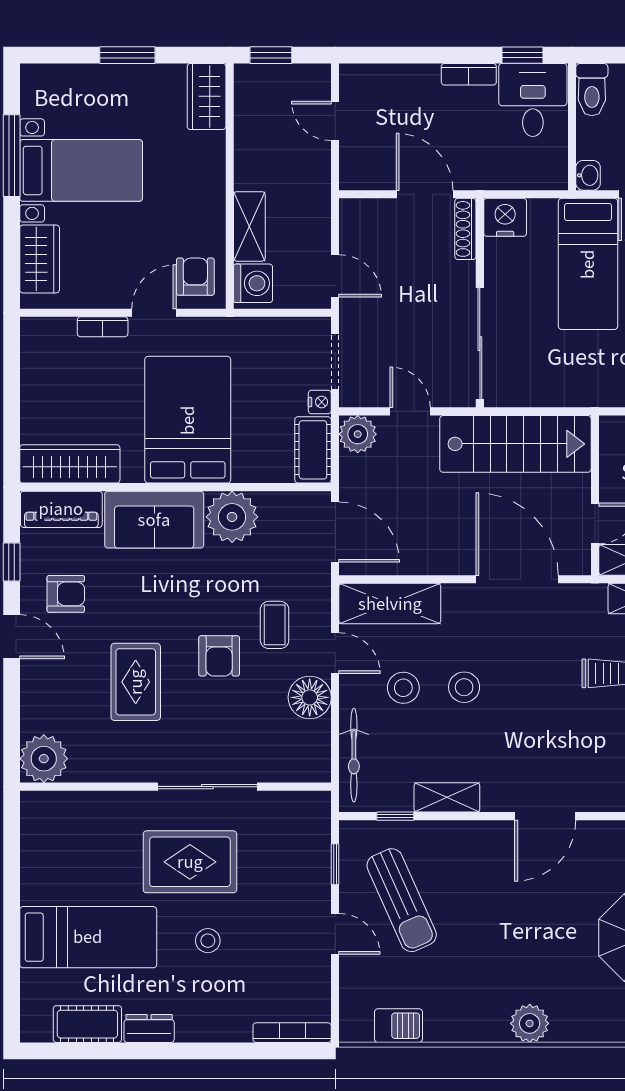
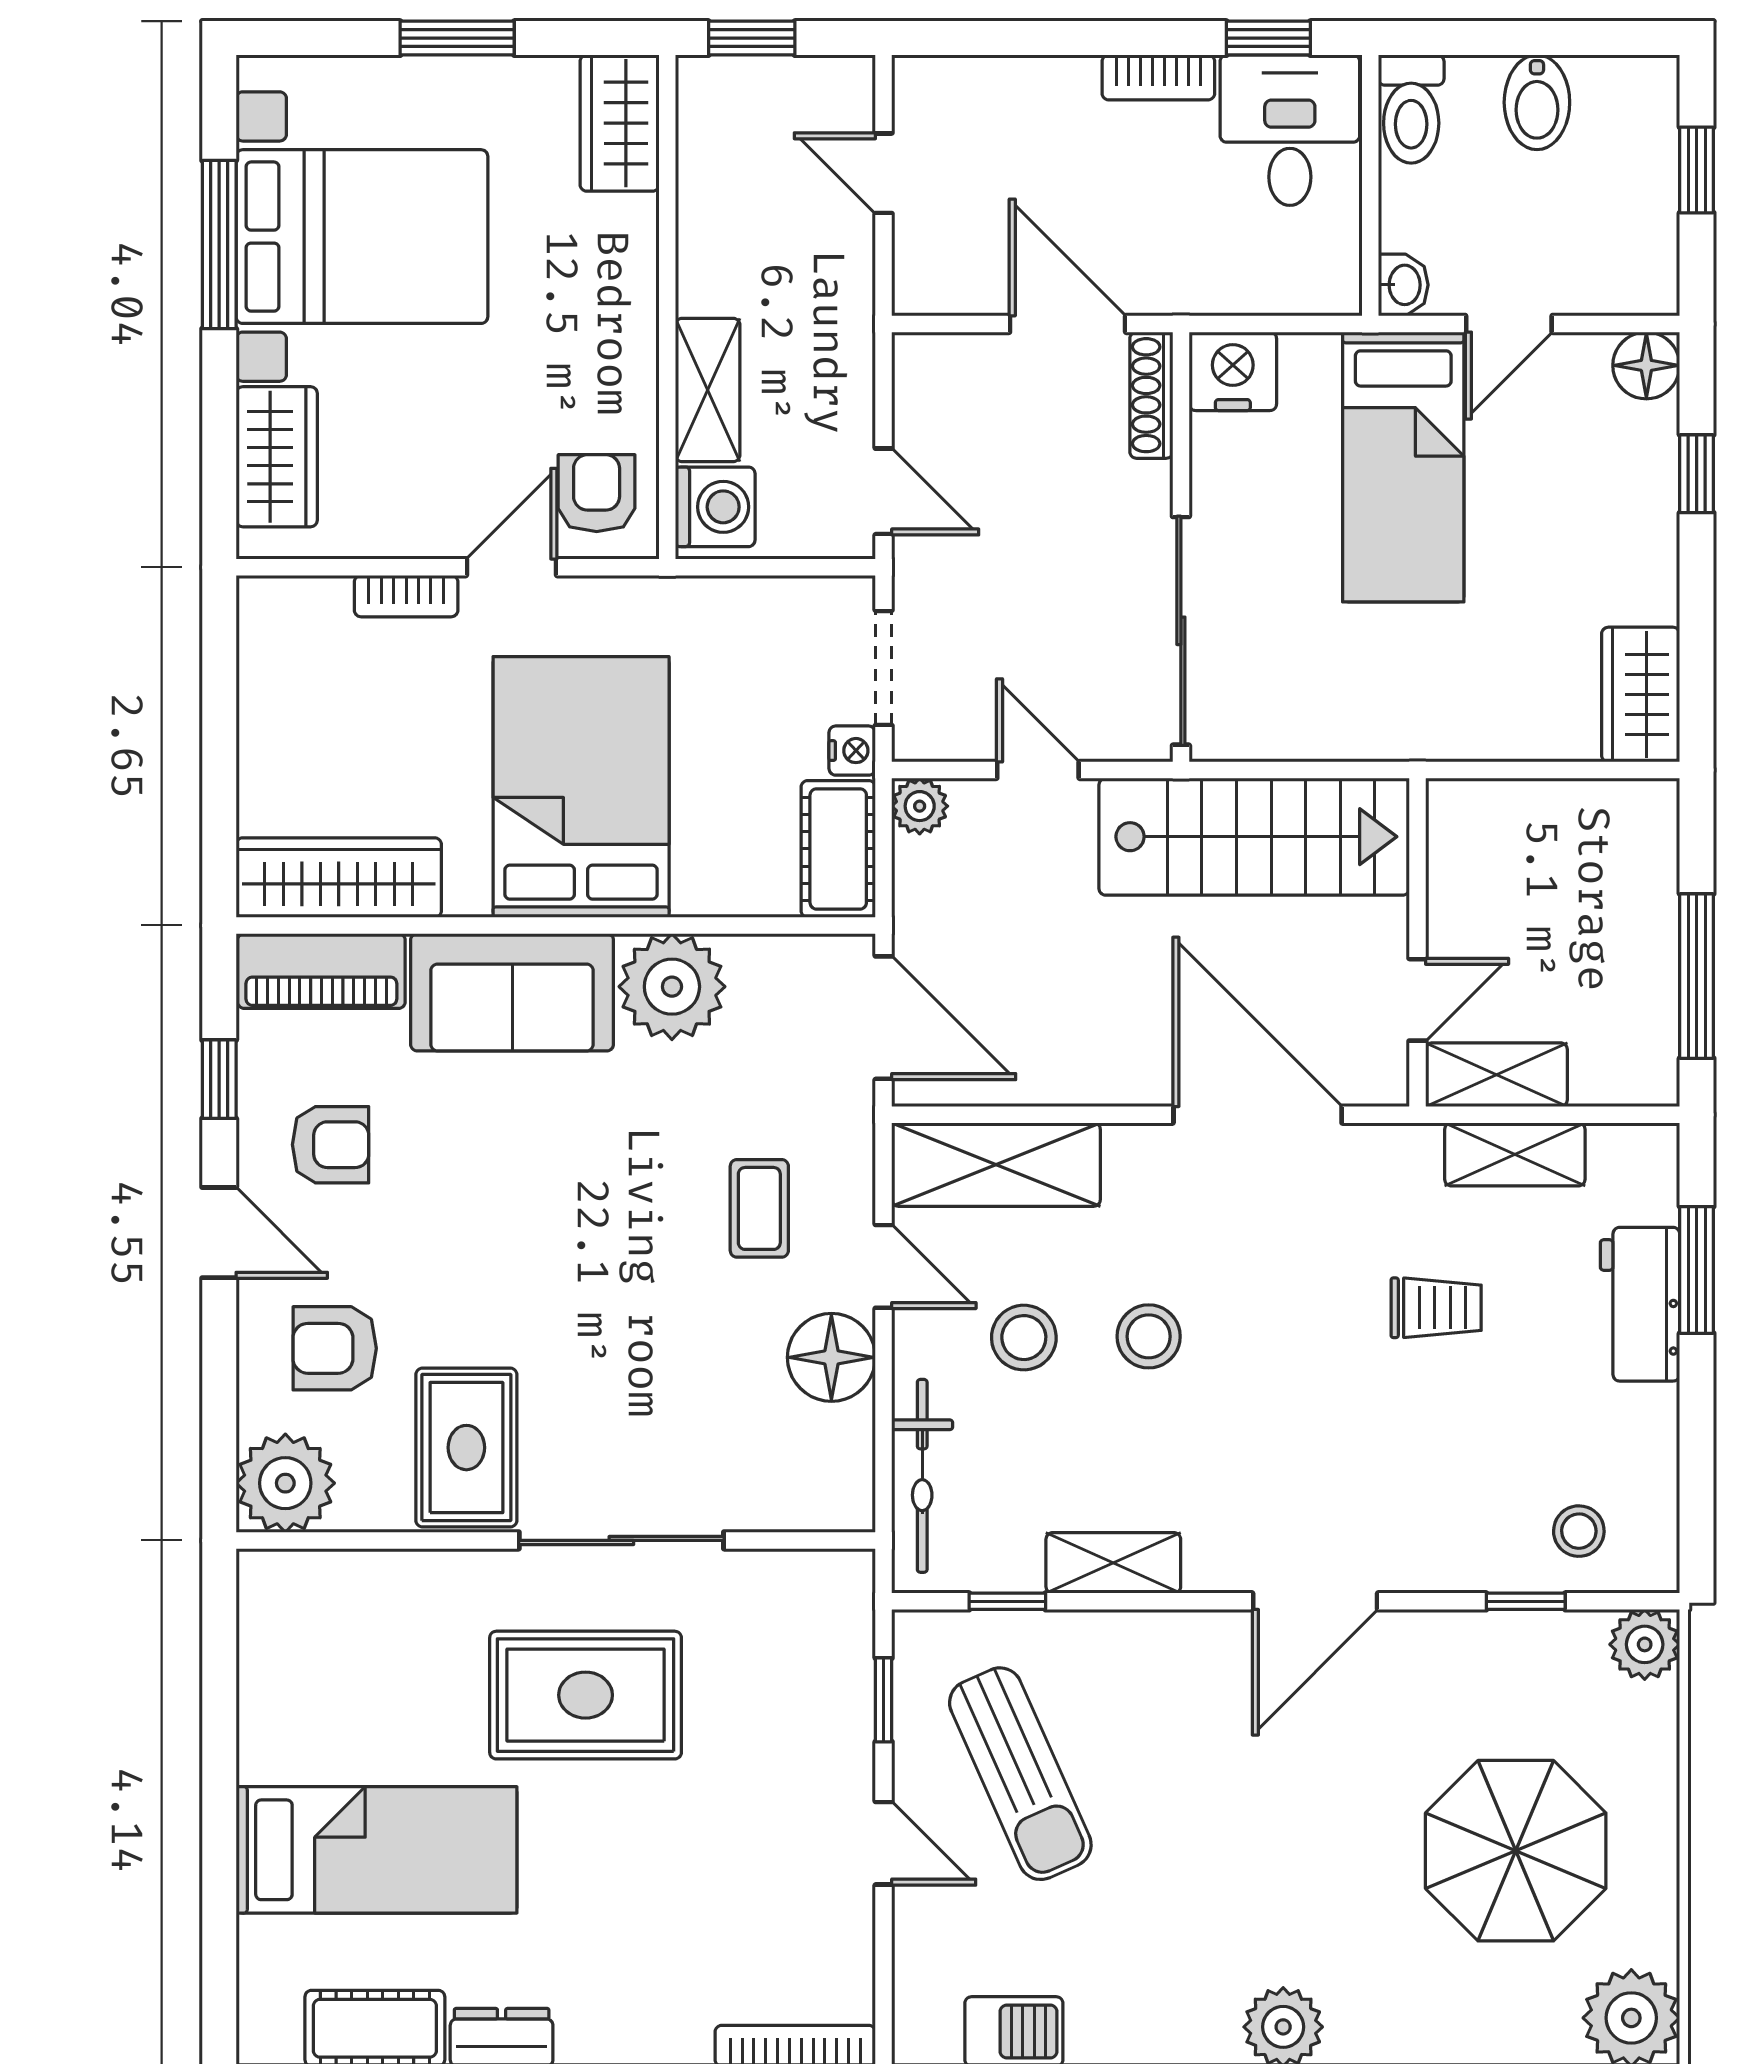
bed with nightstands: (81, 170) -> (362, 237), width x1.36
plant: (358, 434) -> (920, 806), width x0.73, depth x0.73
armchair: (219, 656) -> (335, 1348), moved, turned 90
rug: (136, 682) -> (466, 1448), moved
stool: (208, 941) -> (622, 1857), removed

